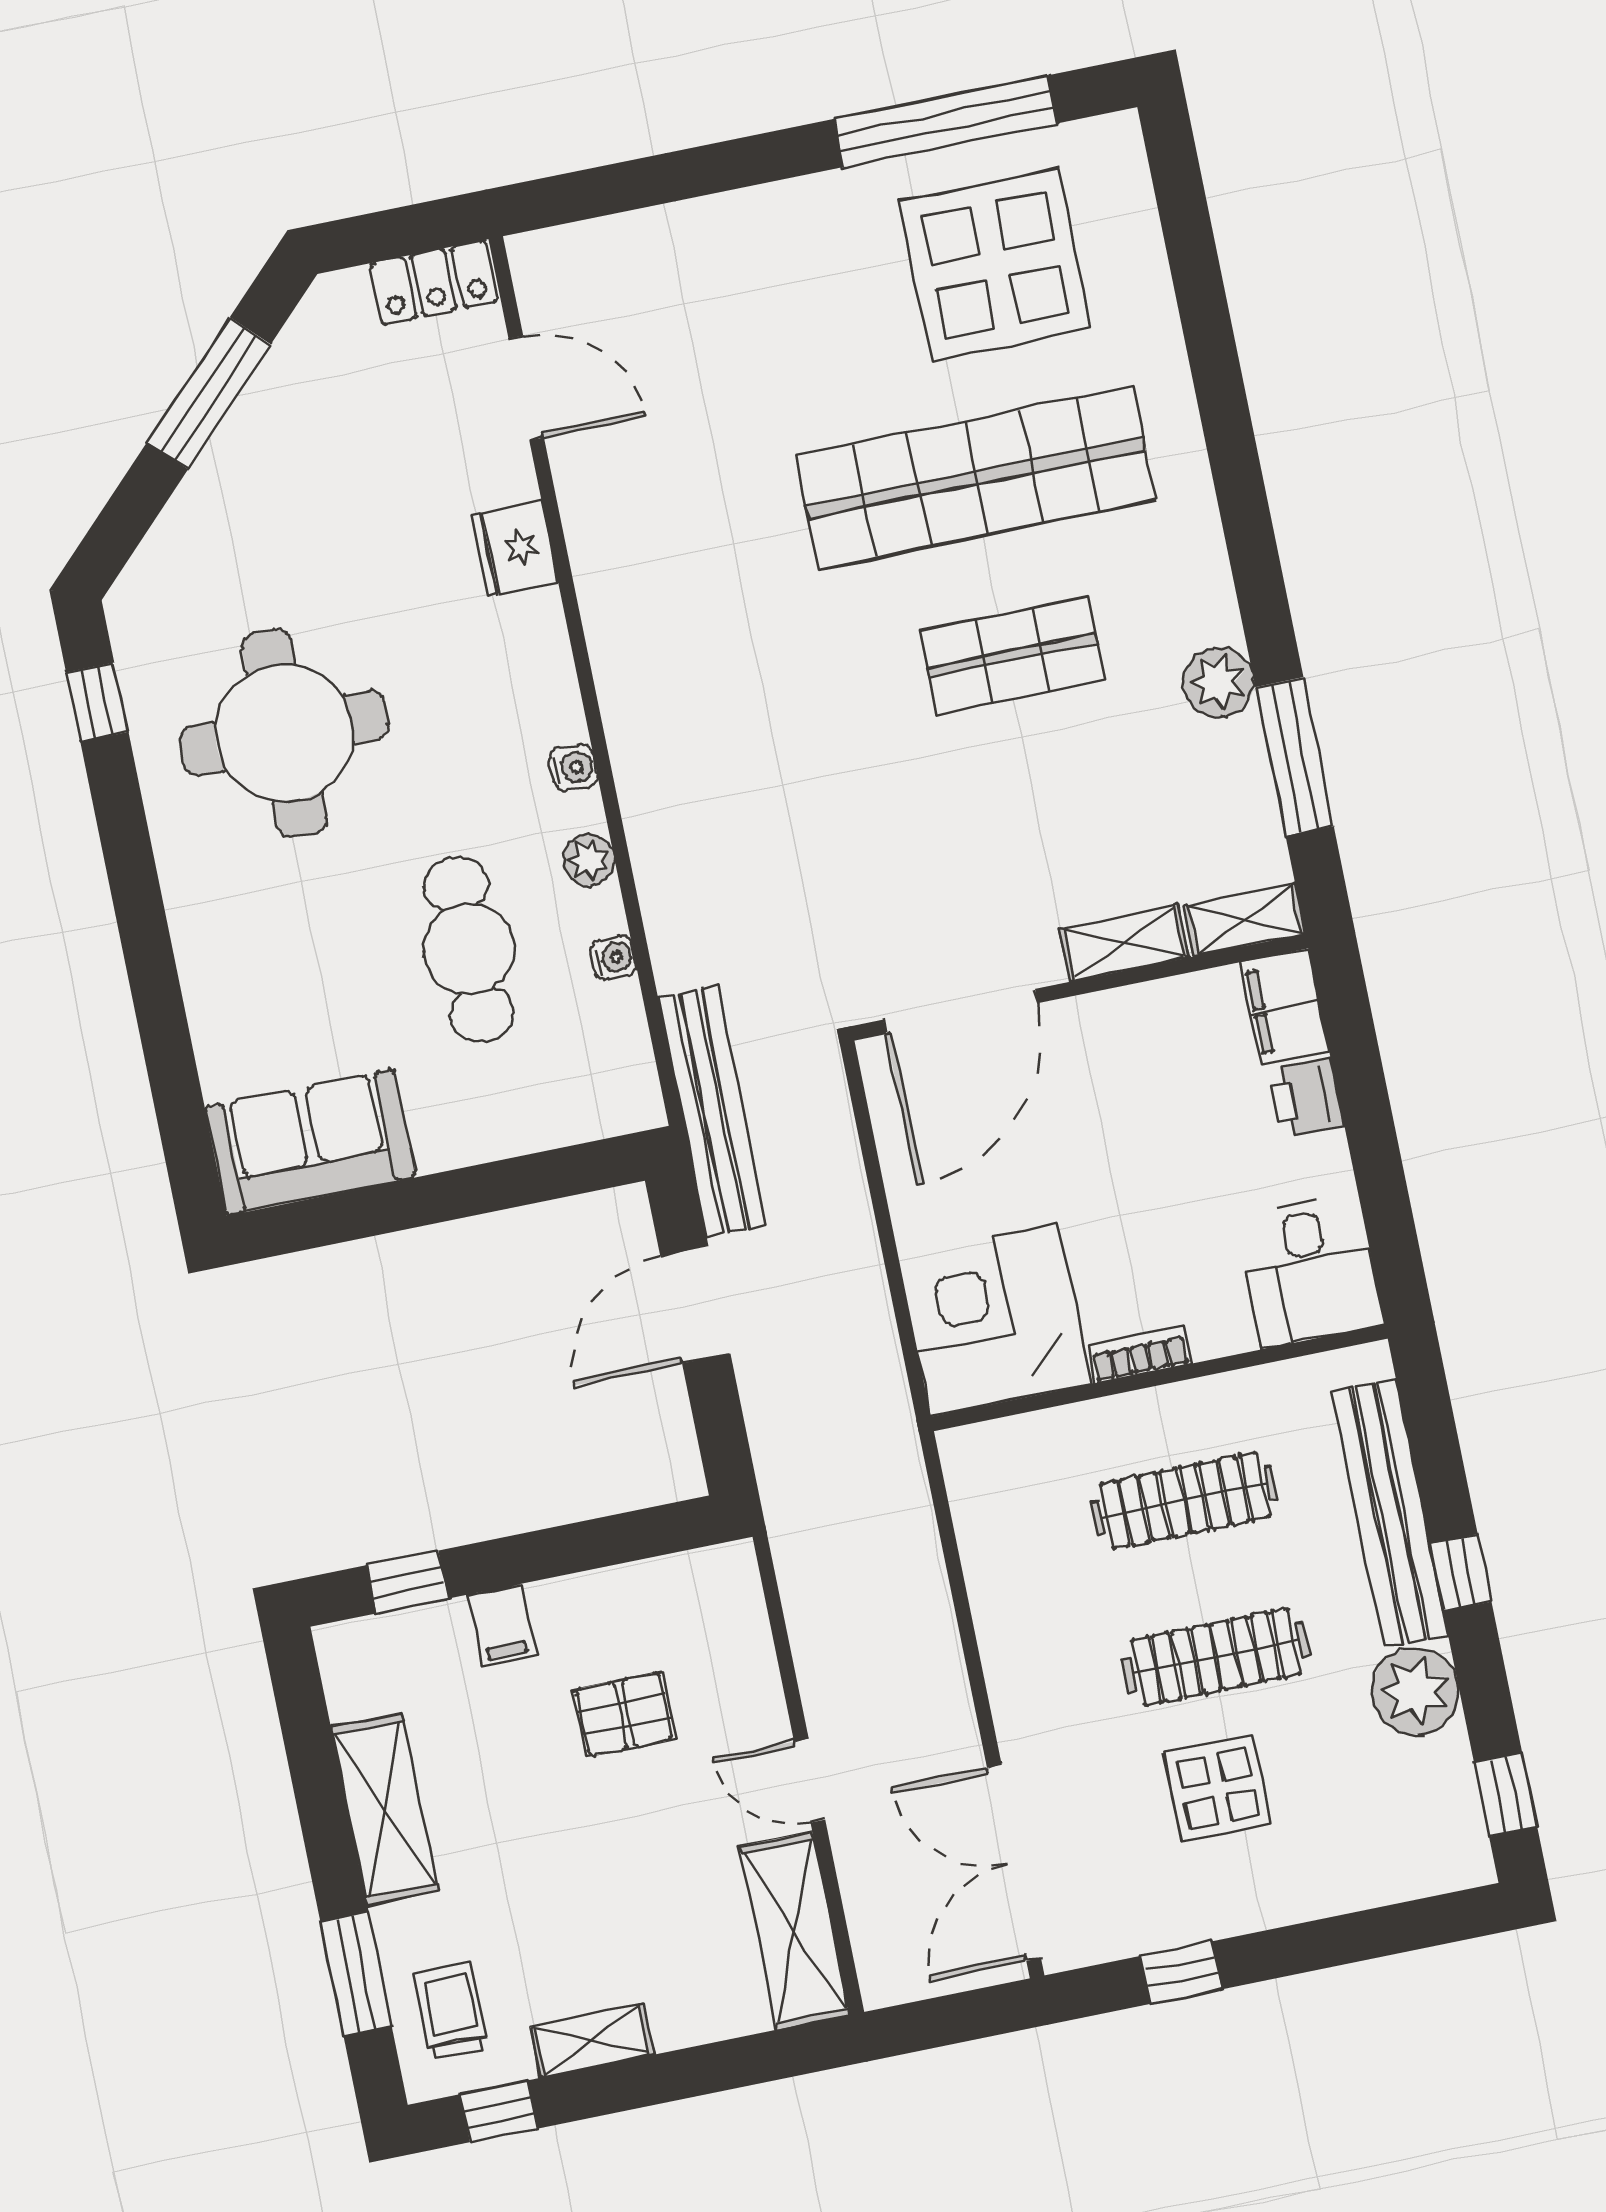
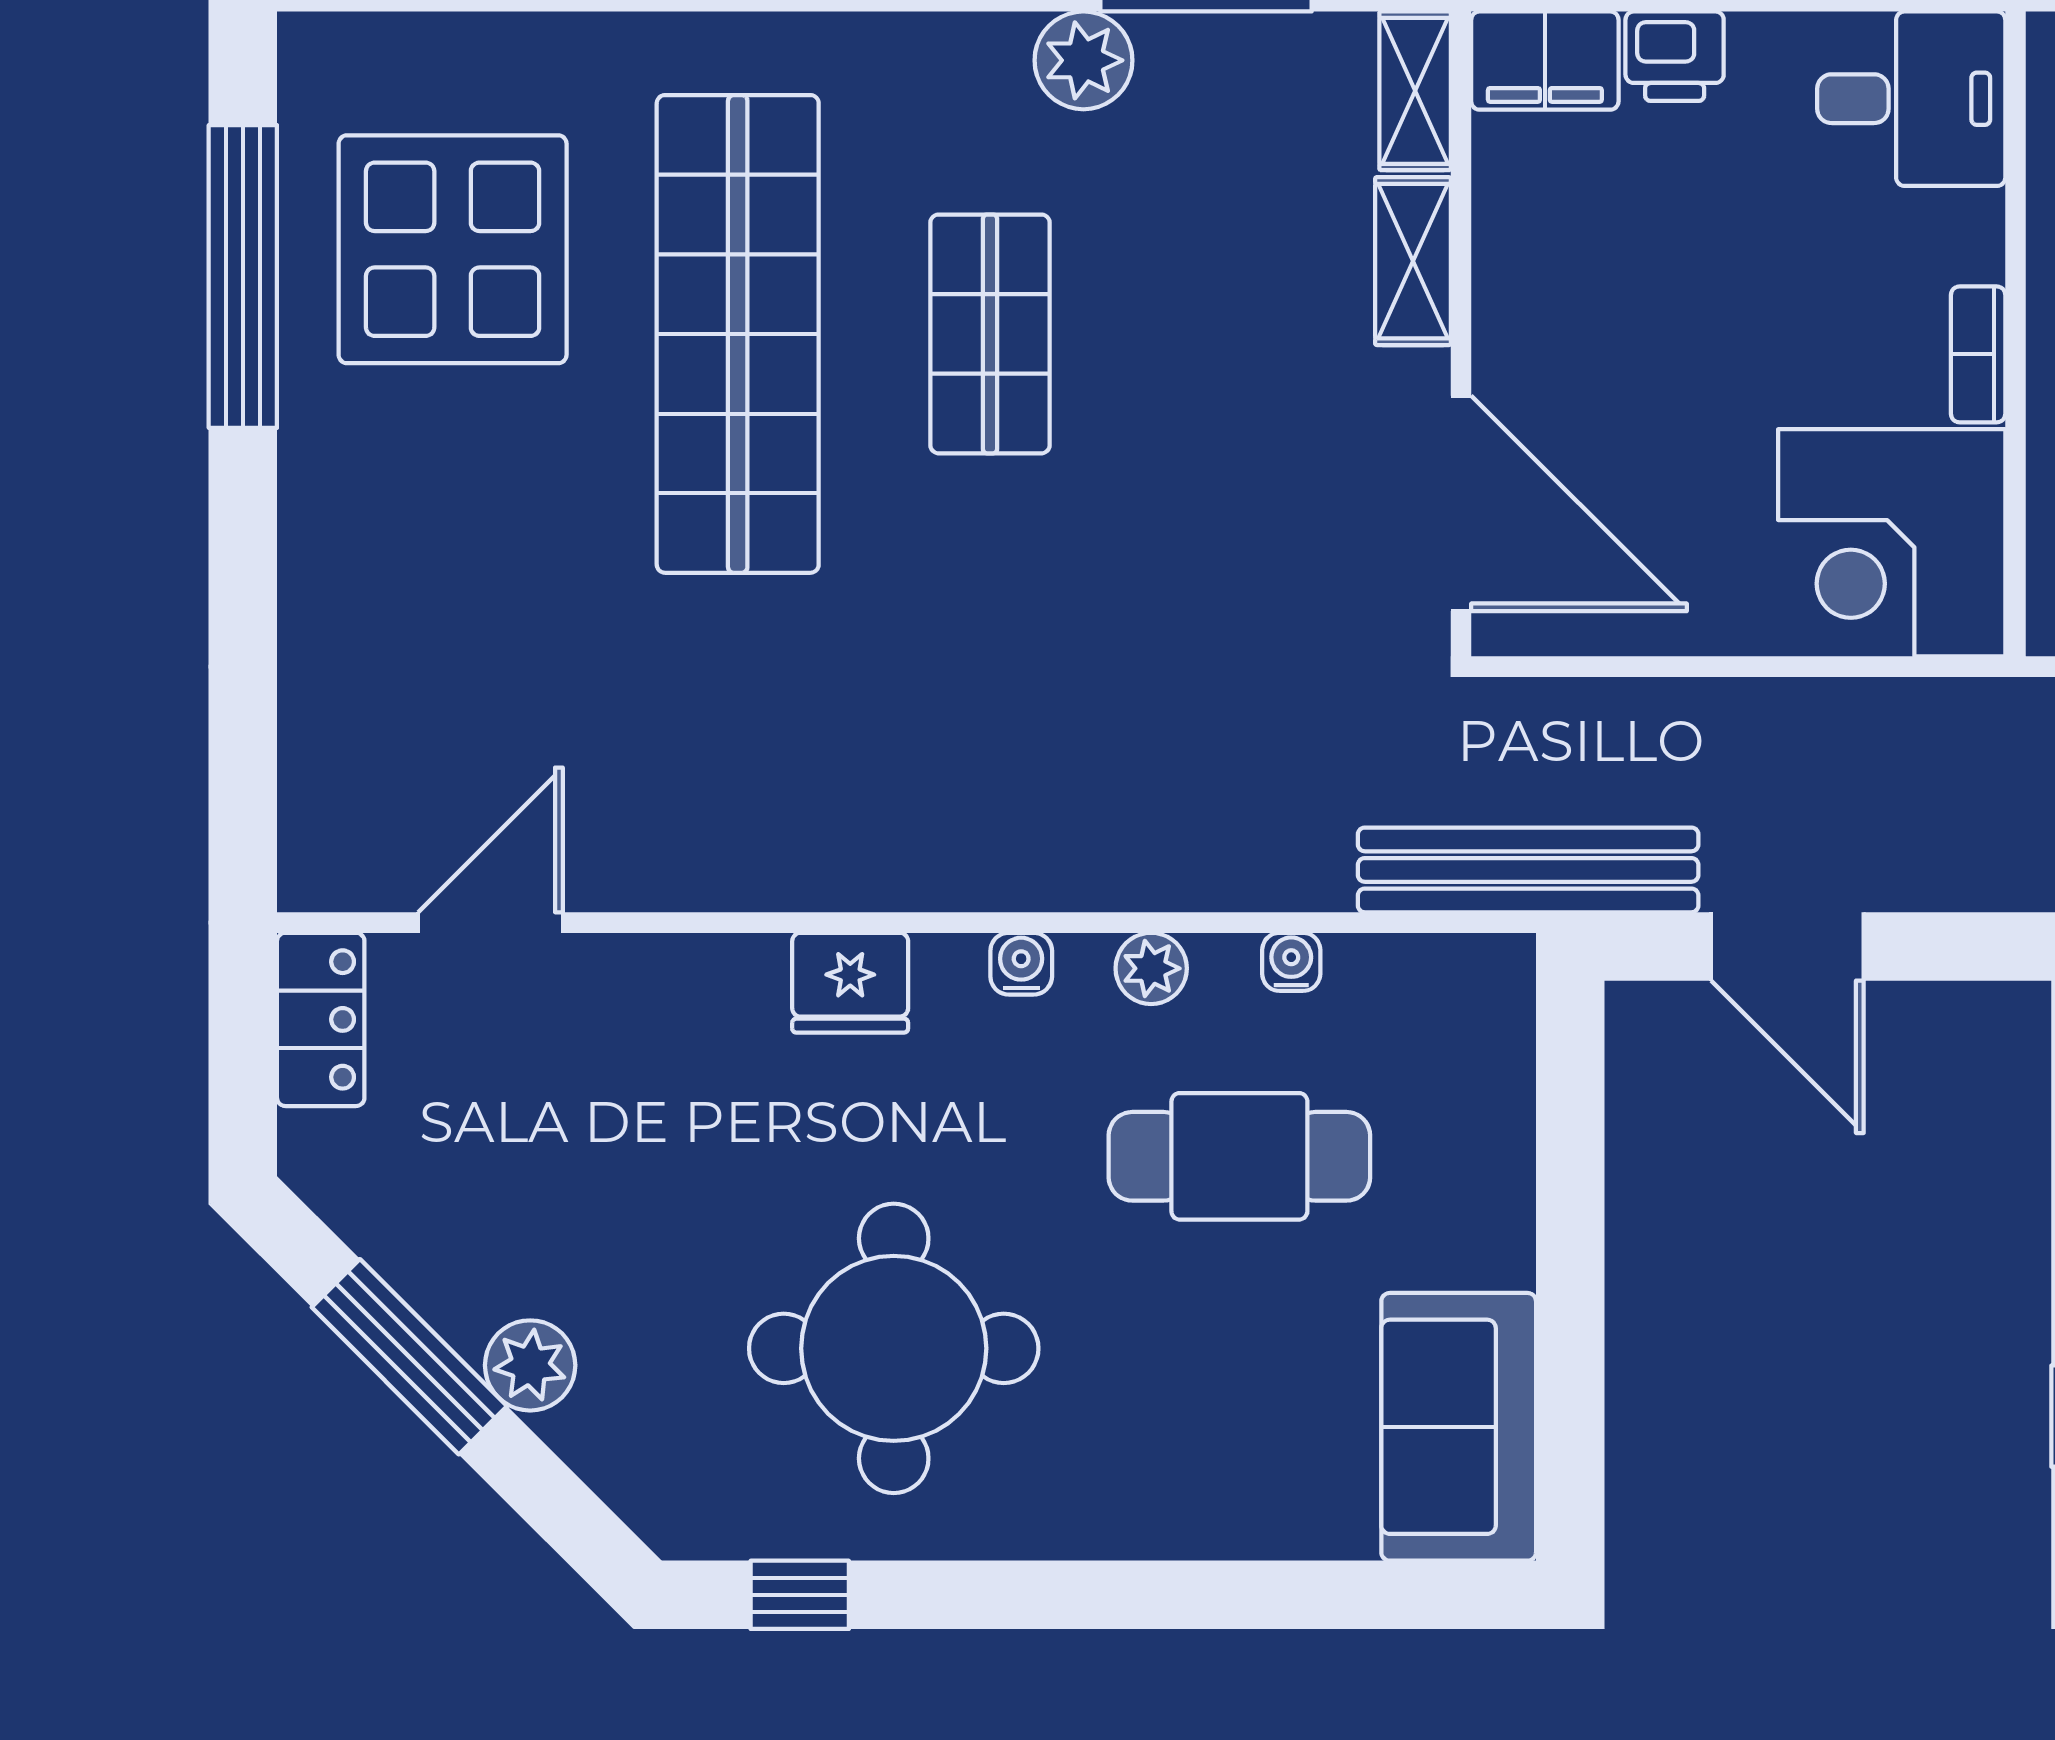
plant: (220, 479) -> (530, 1365), added
fridge: (515, 549) -> (850, 983), moved

